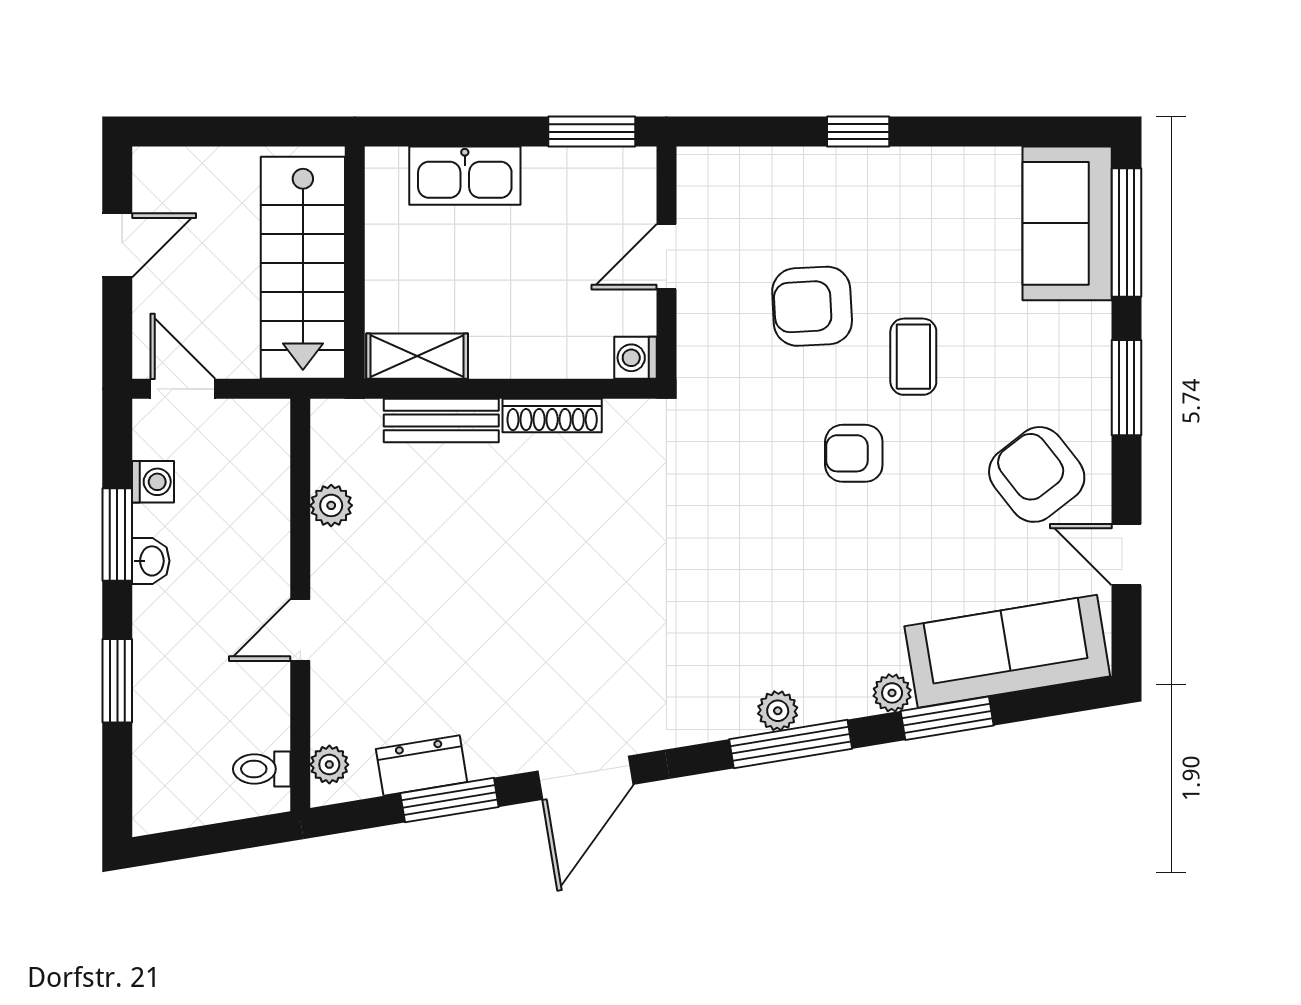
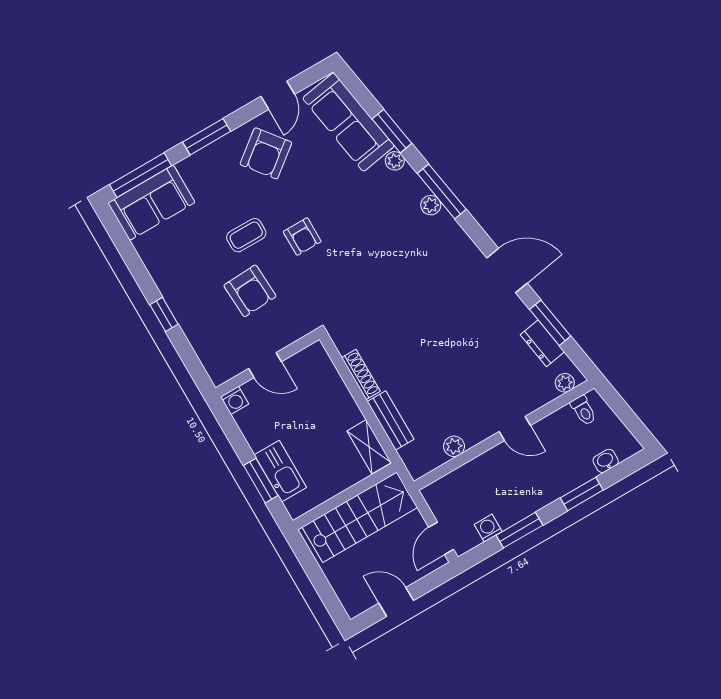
window: (592, 132) -> (261, 481), moved
washing machine: (635, 358) -> (235, 400), moved
washbasin: (151, 561) -> (606, 461), moved

